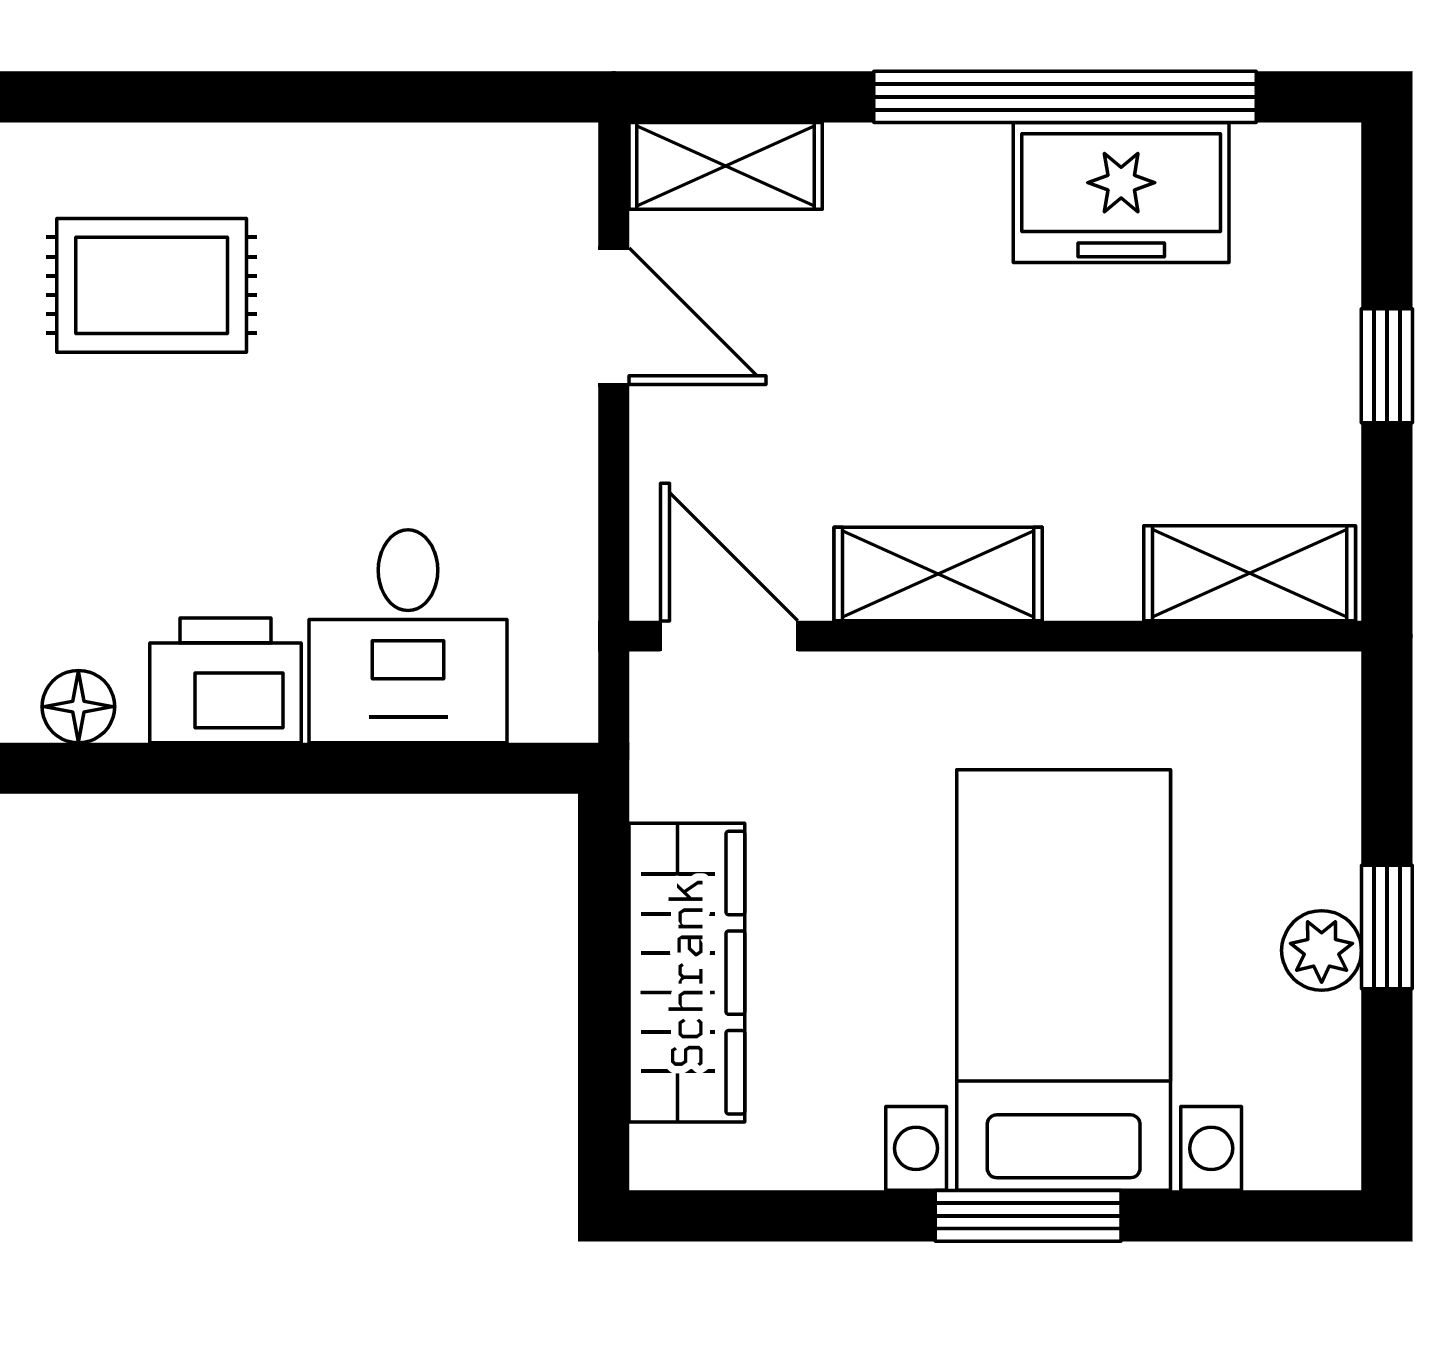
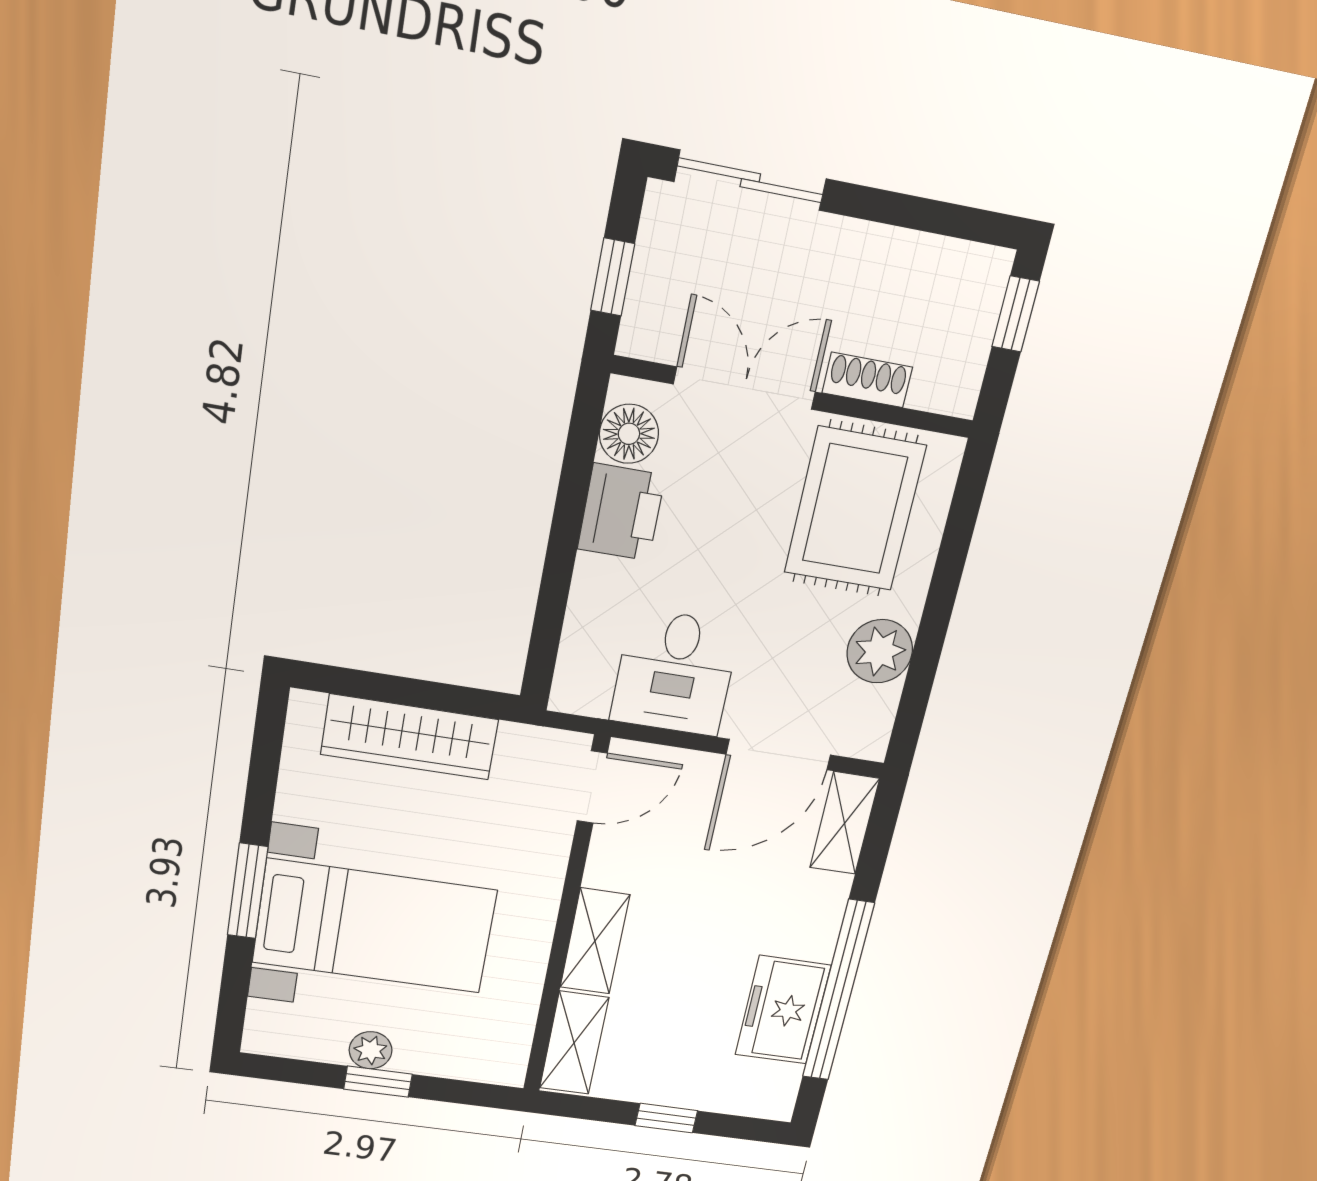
plant: (394, 181) -> (880, 651), added
rug: (152, 285) -> (855, 509), width x1.36, depth x1.43
door: (614, 316) -> (778, 755), width x1.38
shelving: (938, 574) -> (595, 941), moved
desk: (408, 636) -> (675, 672), moved, turned -90
floor lamp: (78, 707) -> (629, 434), width x1.37, depth x1.37

